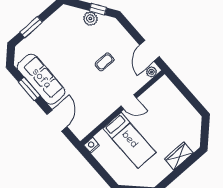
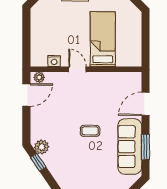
plant: (90, 19) -> (42, 147), moved
coffee table: (104, 62) -> (90, 131), moved
nightstand: (92, 145) -> (54, 61), moved

